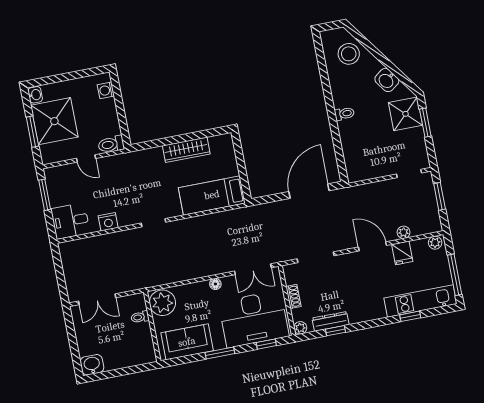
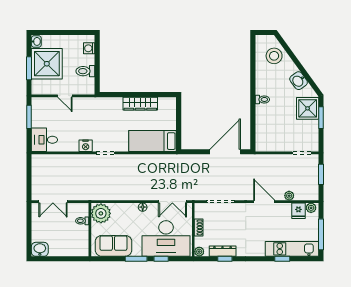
toilet: (111, 144) -> (85, 71), moved
nightstand: (108, 222) -> (86, 146), moved
fridge: (402, 253) -> (298, 211), moved
window: (266, 344) -> (161, 259), moved

